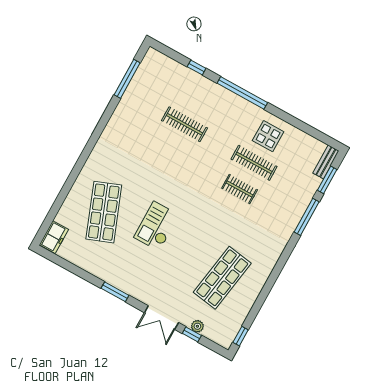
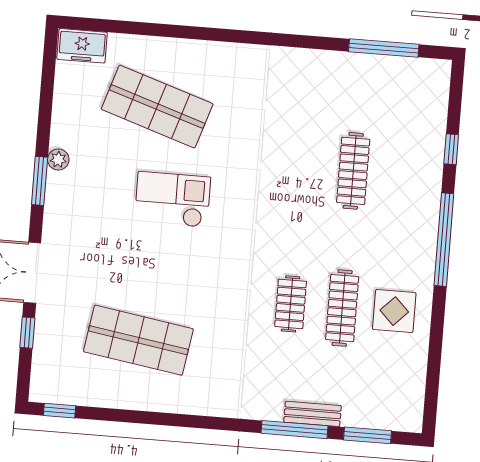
bench: (326, 162) -> (313, 414), moved
shop shelf: (104, 212) -> (157, 107), turned 39
plant: (197, 326) -> (58, 160), moved

